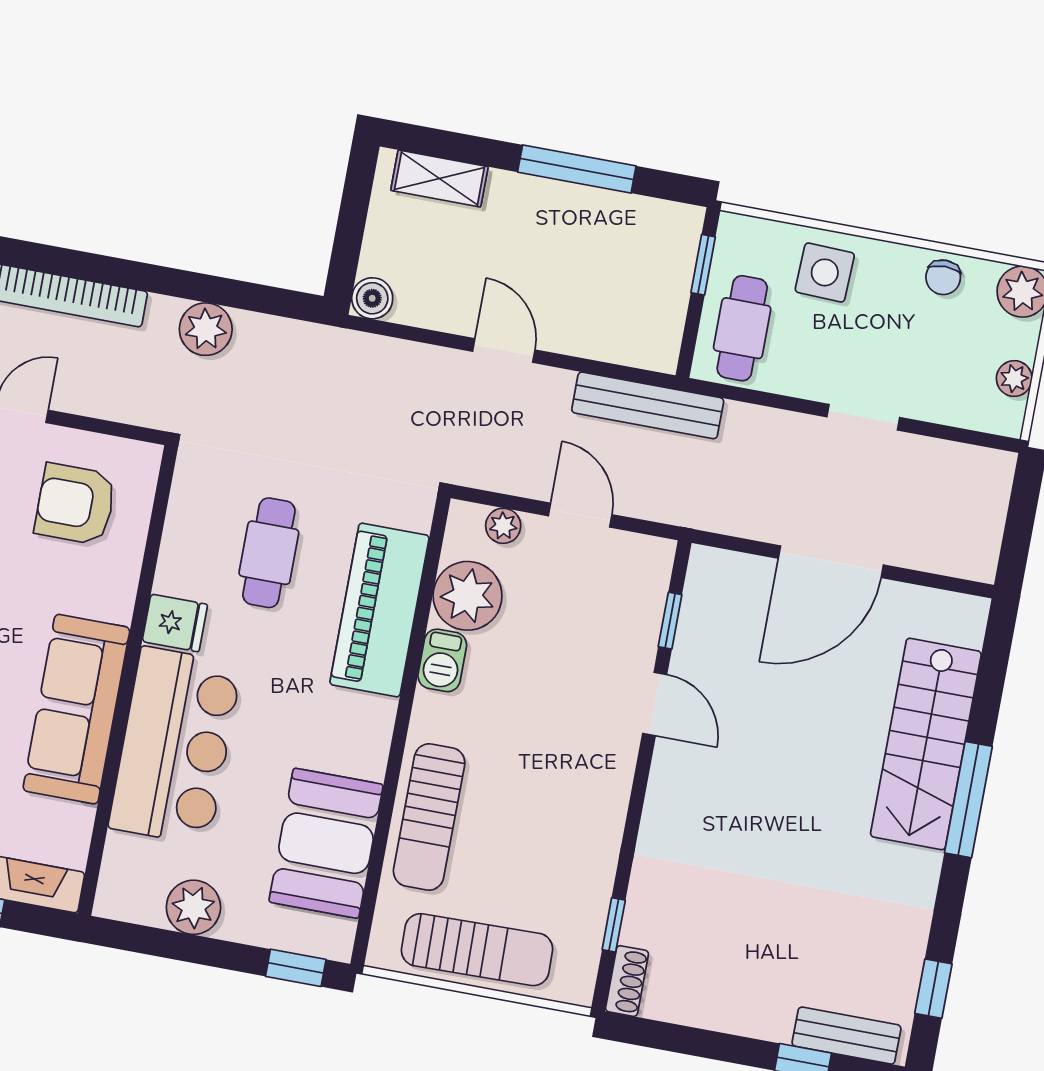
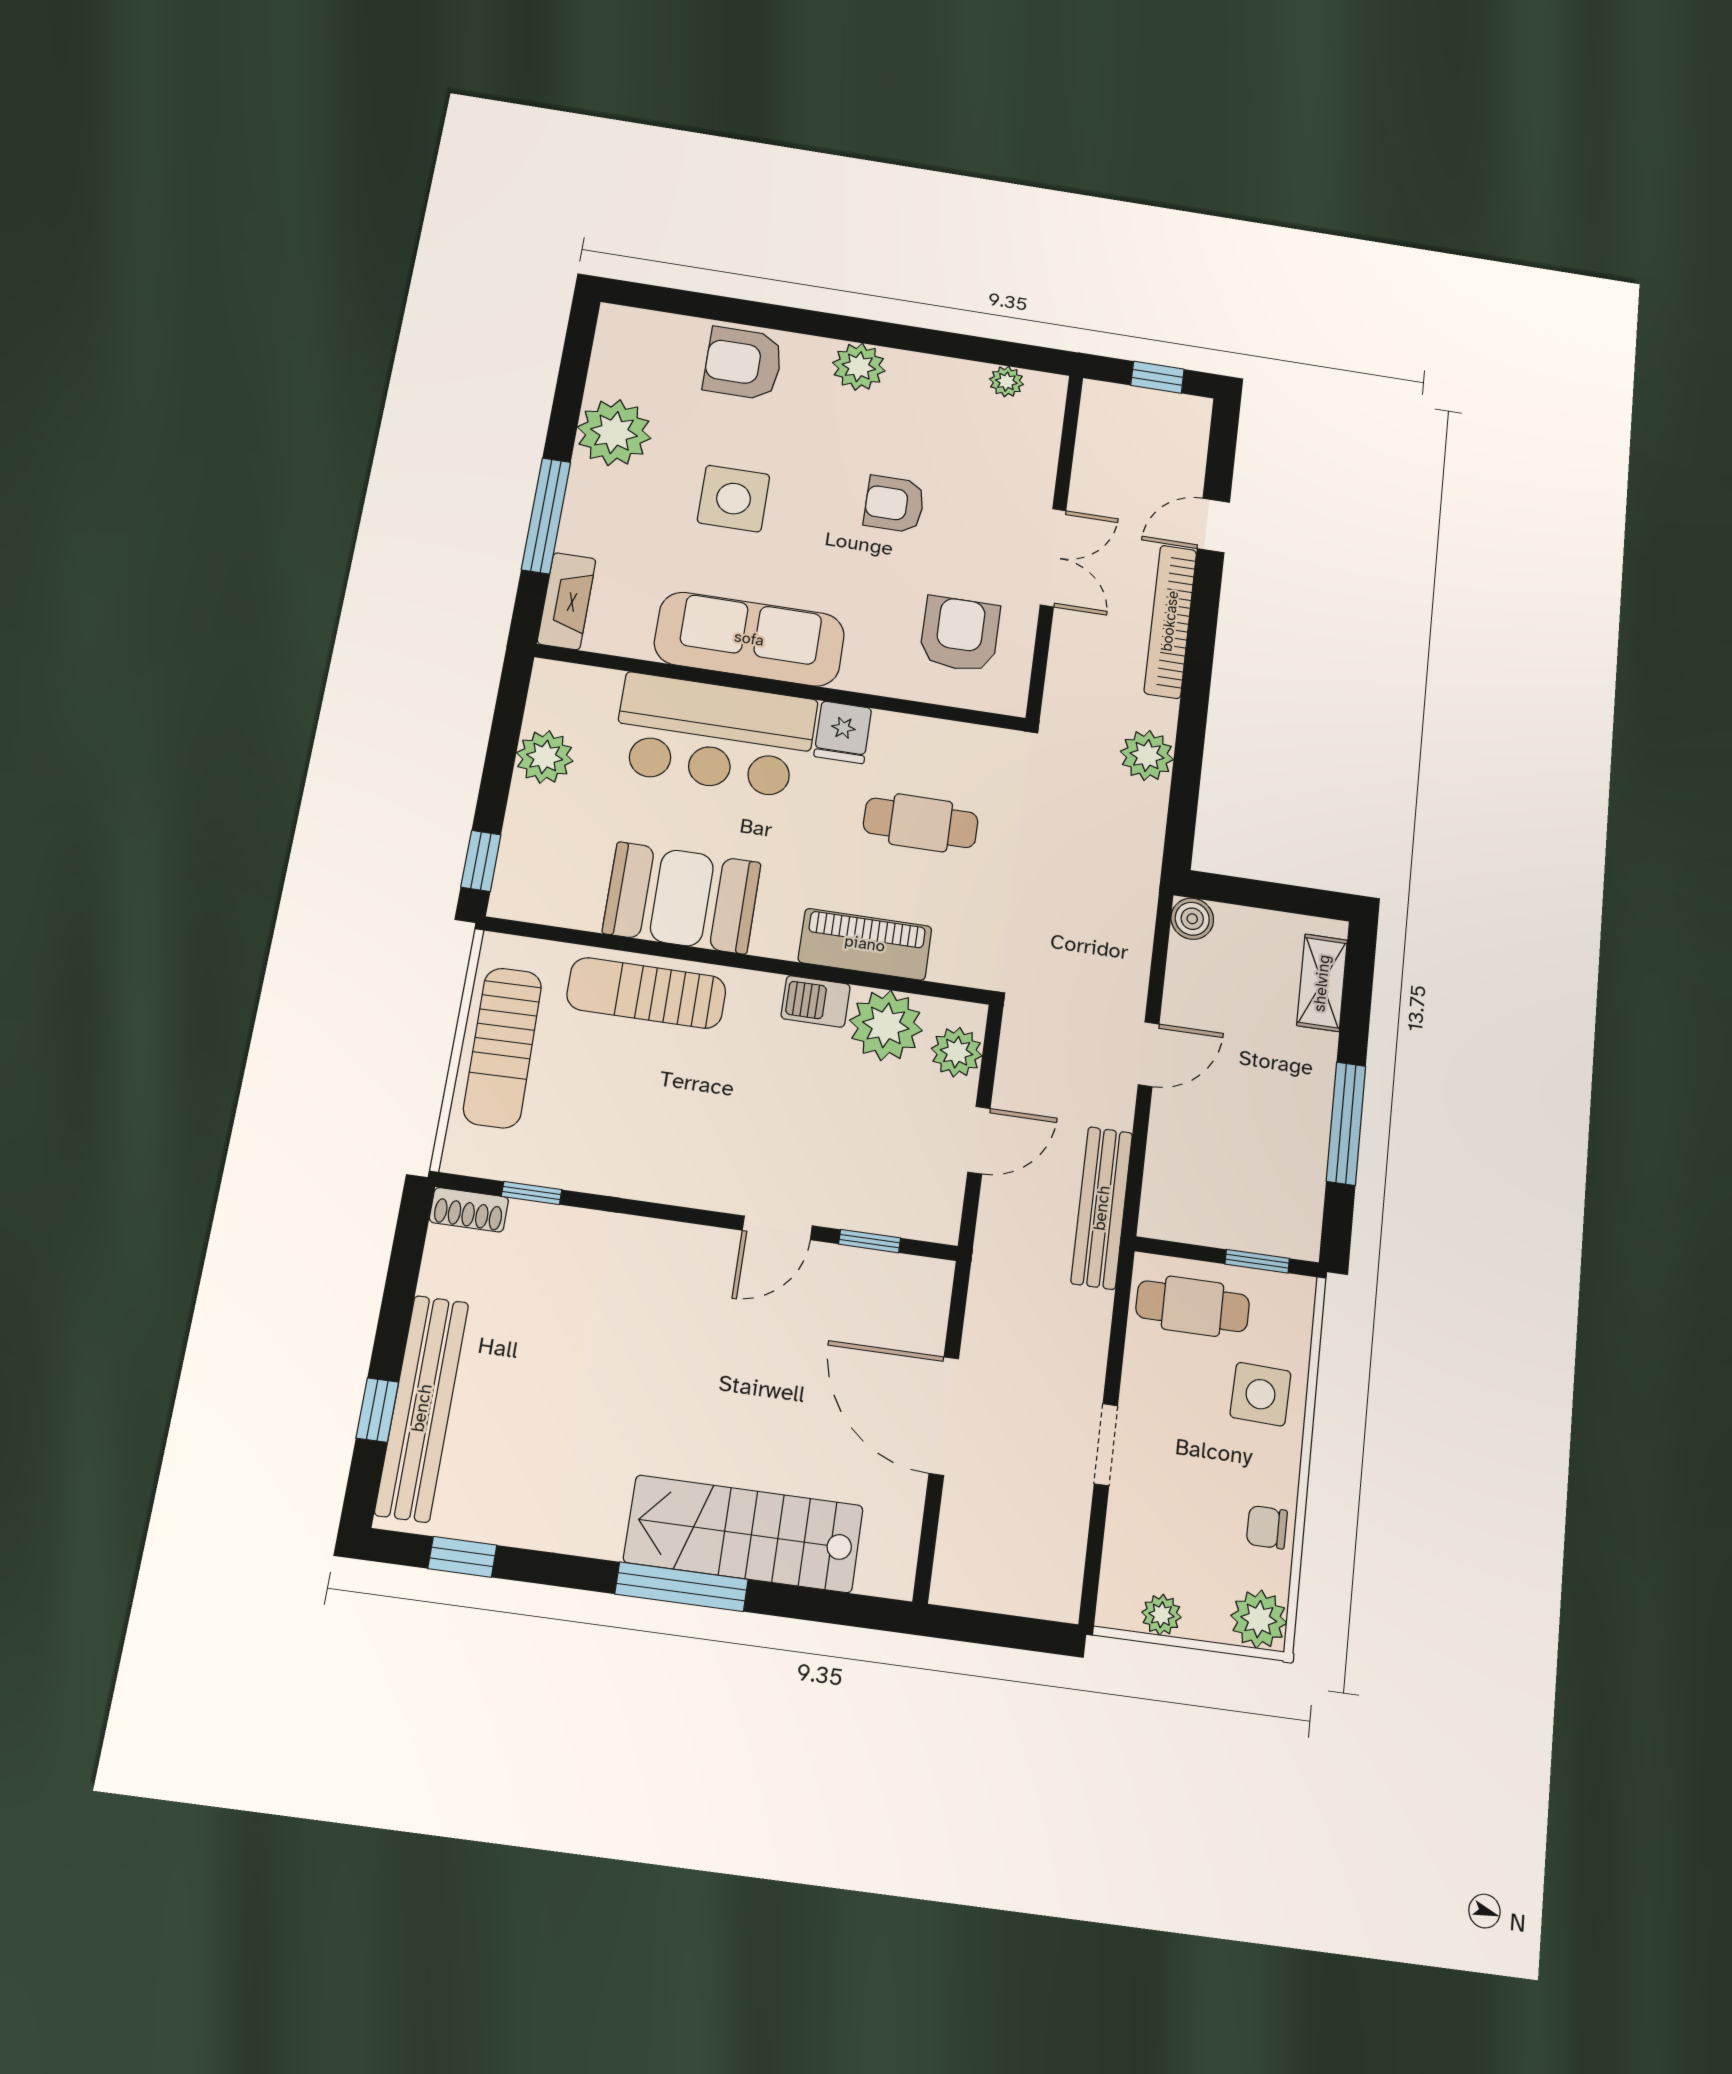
plant: (503, 526) -> (957, 1052), width x1.38, depth x1.38
piano: (379, 610) -> (865, 944), width x0.73, depth x0.75
booth: (326, 843) -> (682, 898), moved
bench: (847, 1036) -> (422, 1408), width x1.86, depth x1.21

